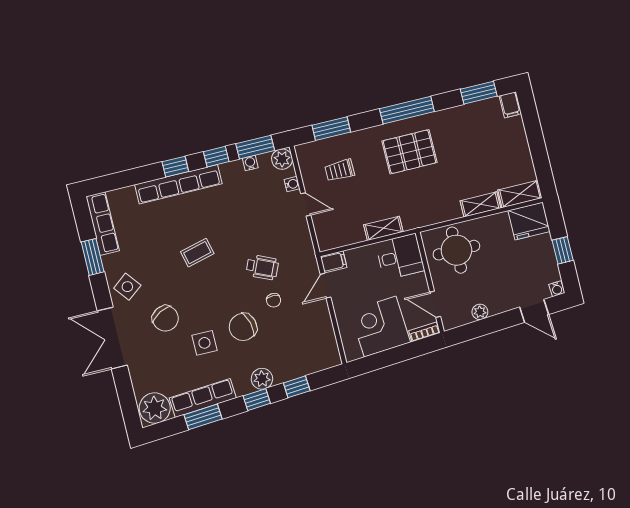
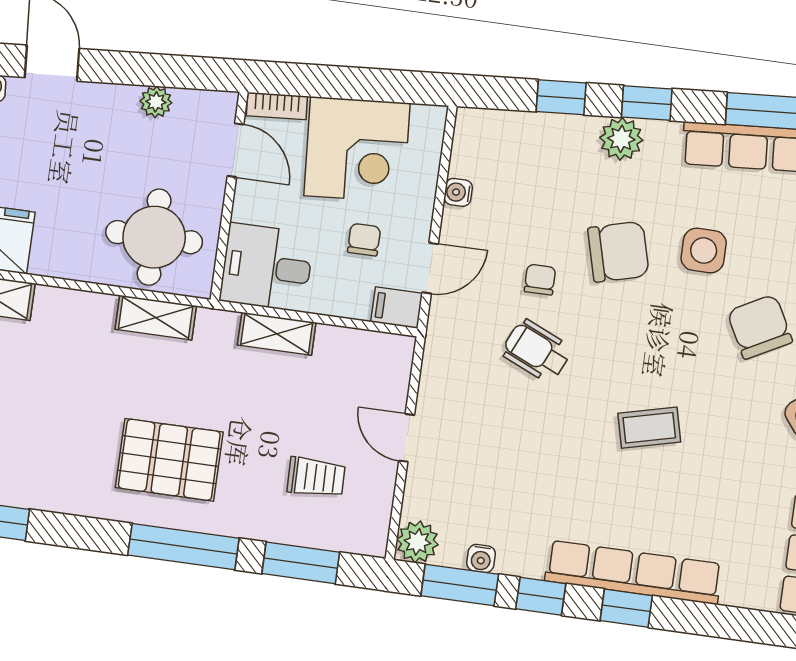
window: (407, 110) -> (183, 547), moved
water cooler: (292, 184) -> (458, 192), moved
shelving: (480, 204) -> (156, 318), moved
chair: (361, 287) -> (364, 240), added

